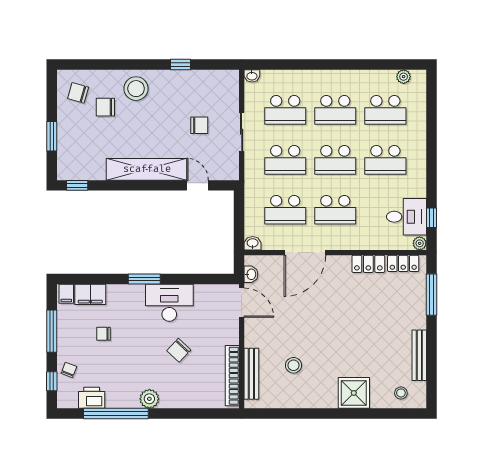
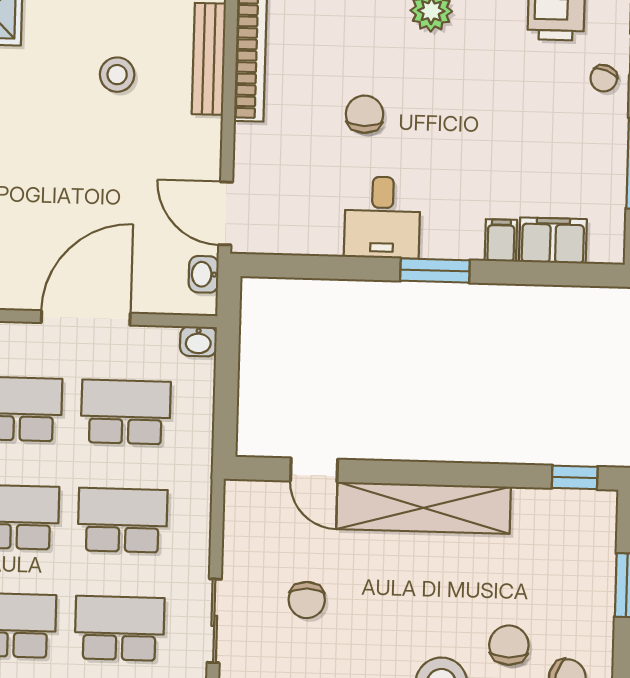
chair: (105, 107) -> (509, 645), turned -90
chair: (199, 125) -> (307, 600), turned -90
sliding door: (242, 132) -> (214, 621), moved
filing cabinet: (66, 294) -> (501, 240), moved
desk: (169, 303) -> (382, 218), width x0.73
chair: (104, 334) -> (527, 154), removed
chair: (179, 350) -> (365, 114), turned -43

